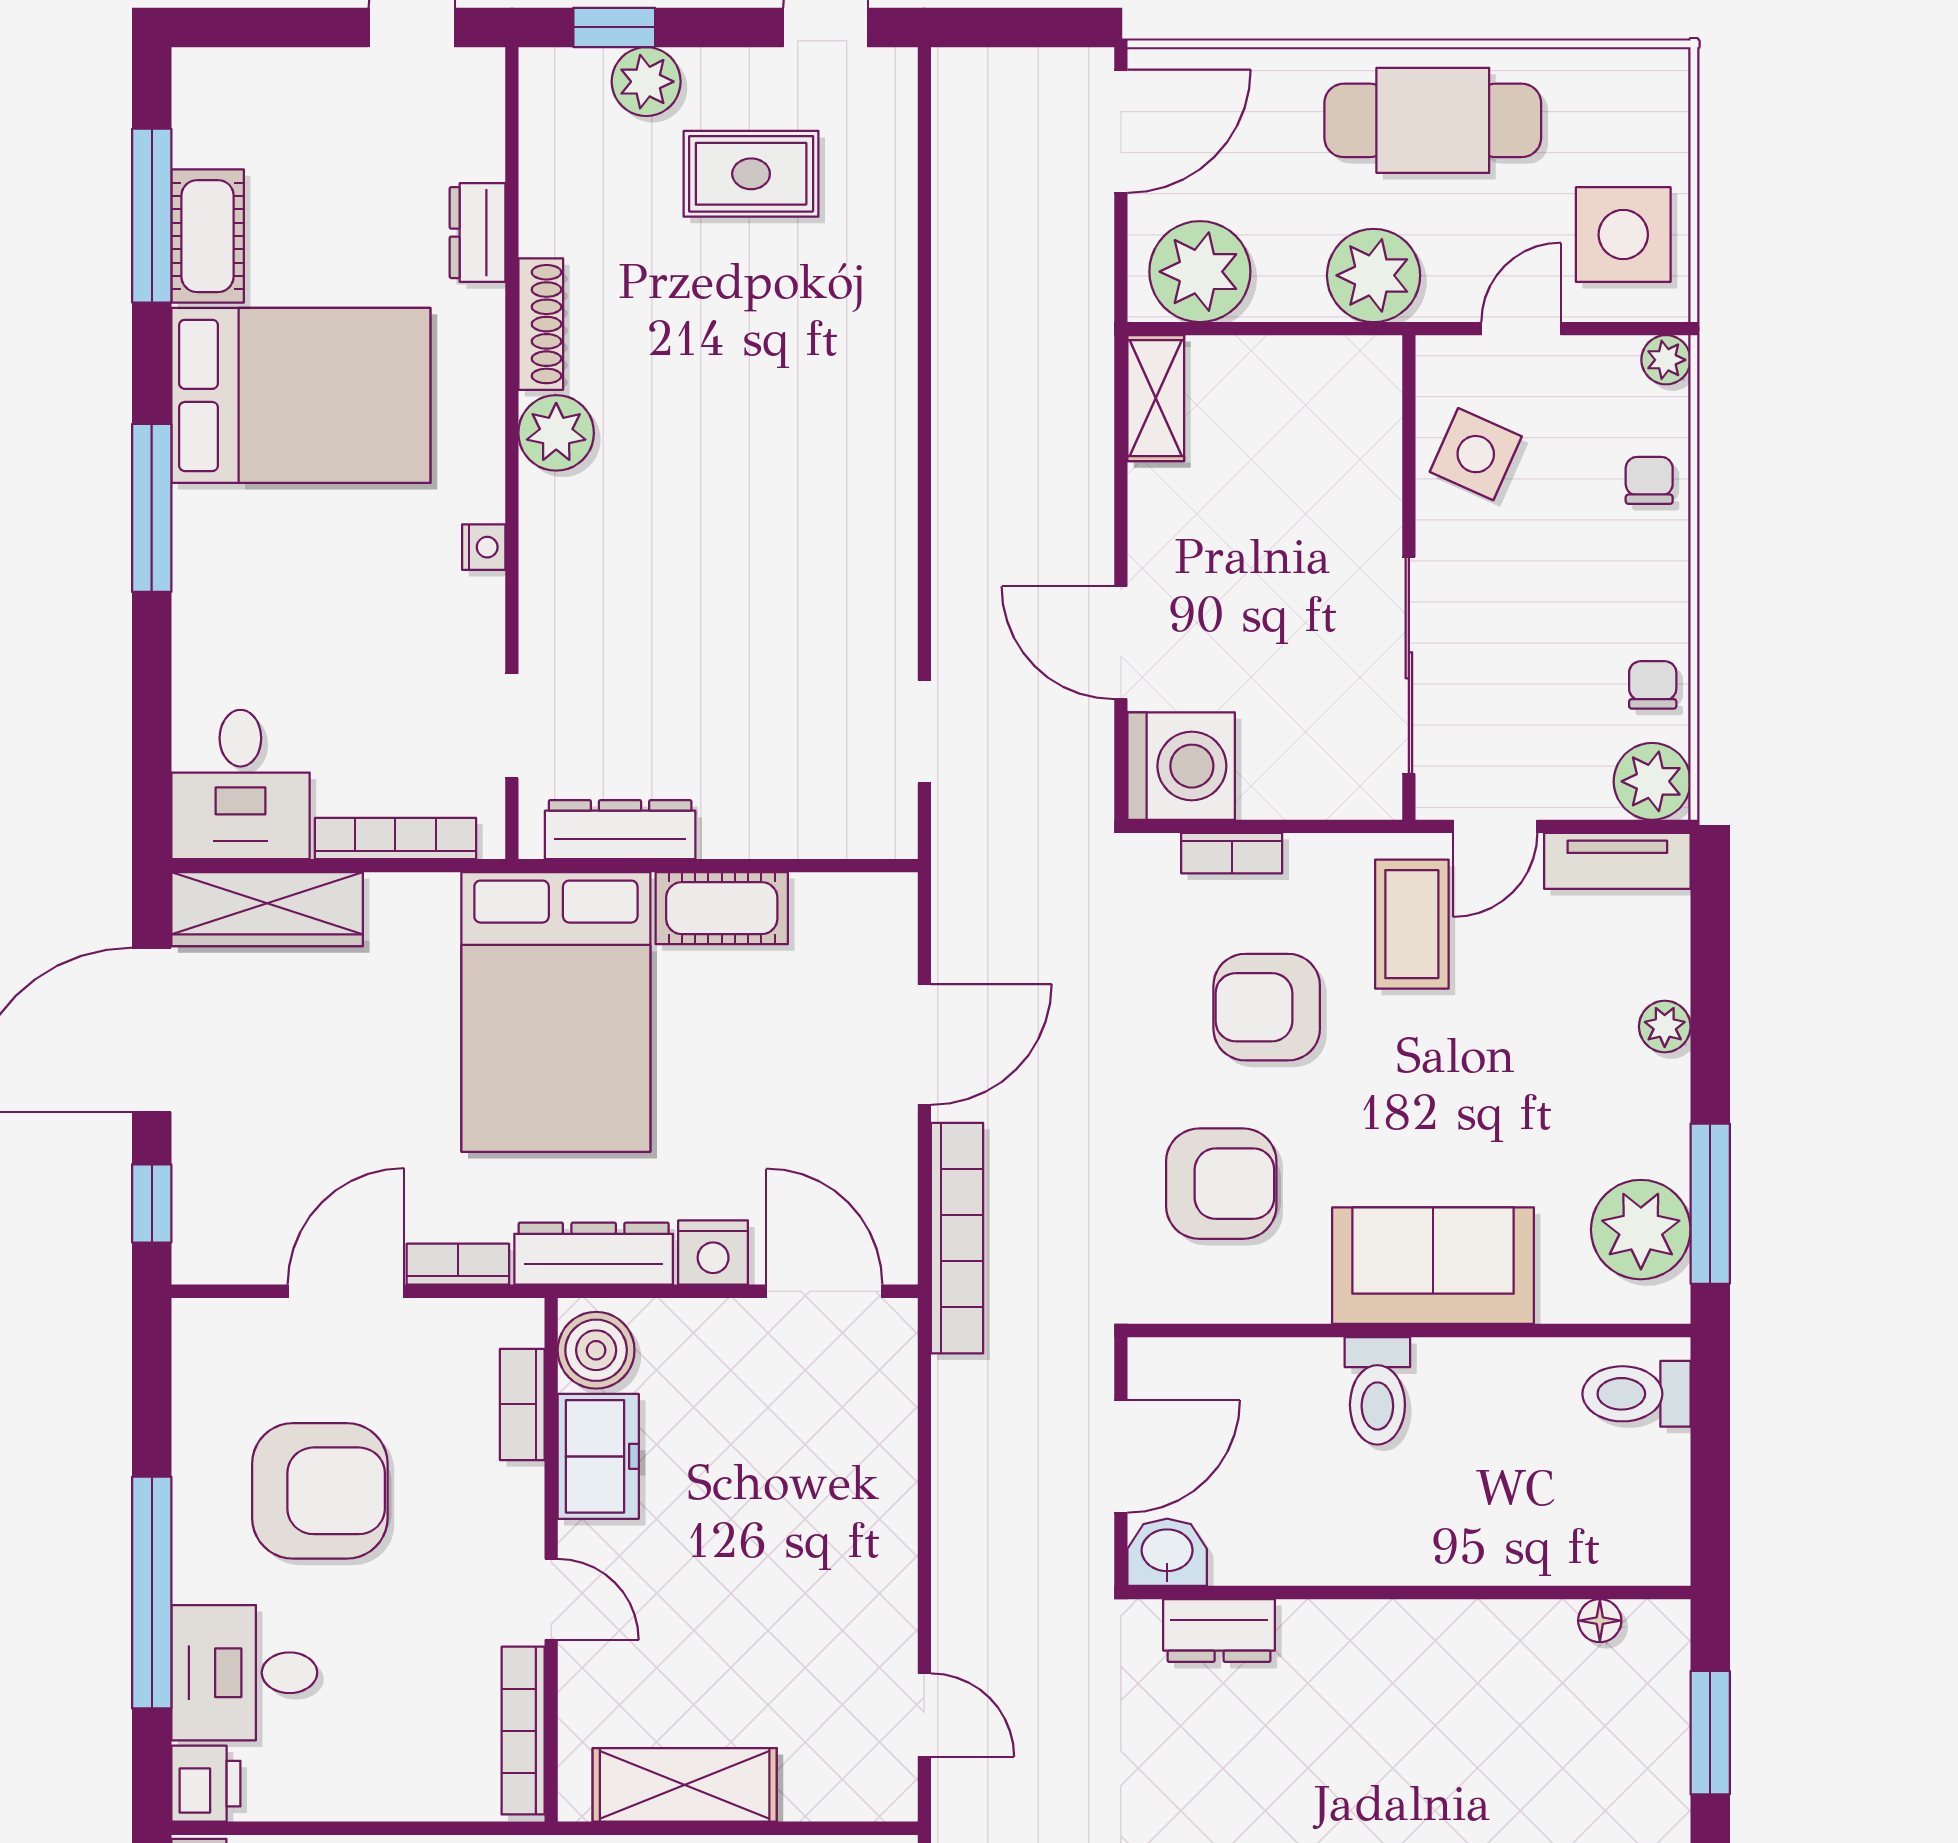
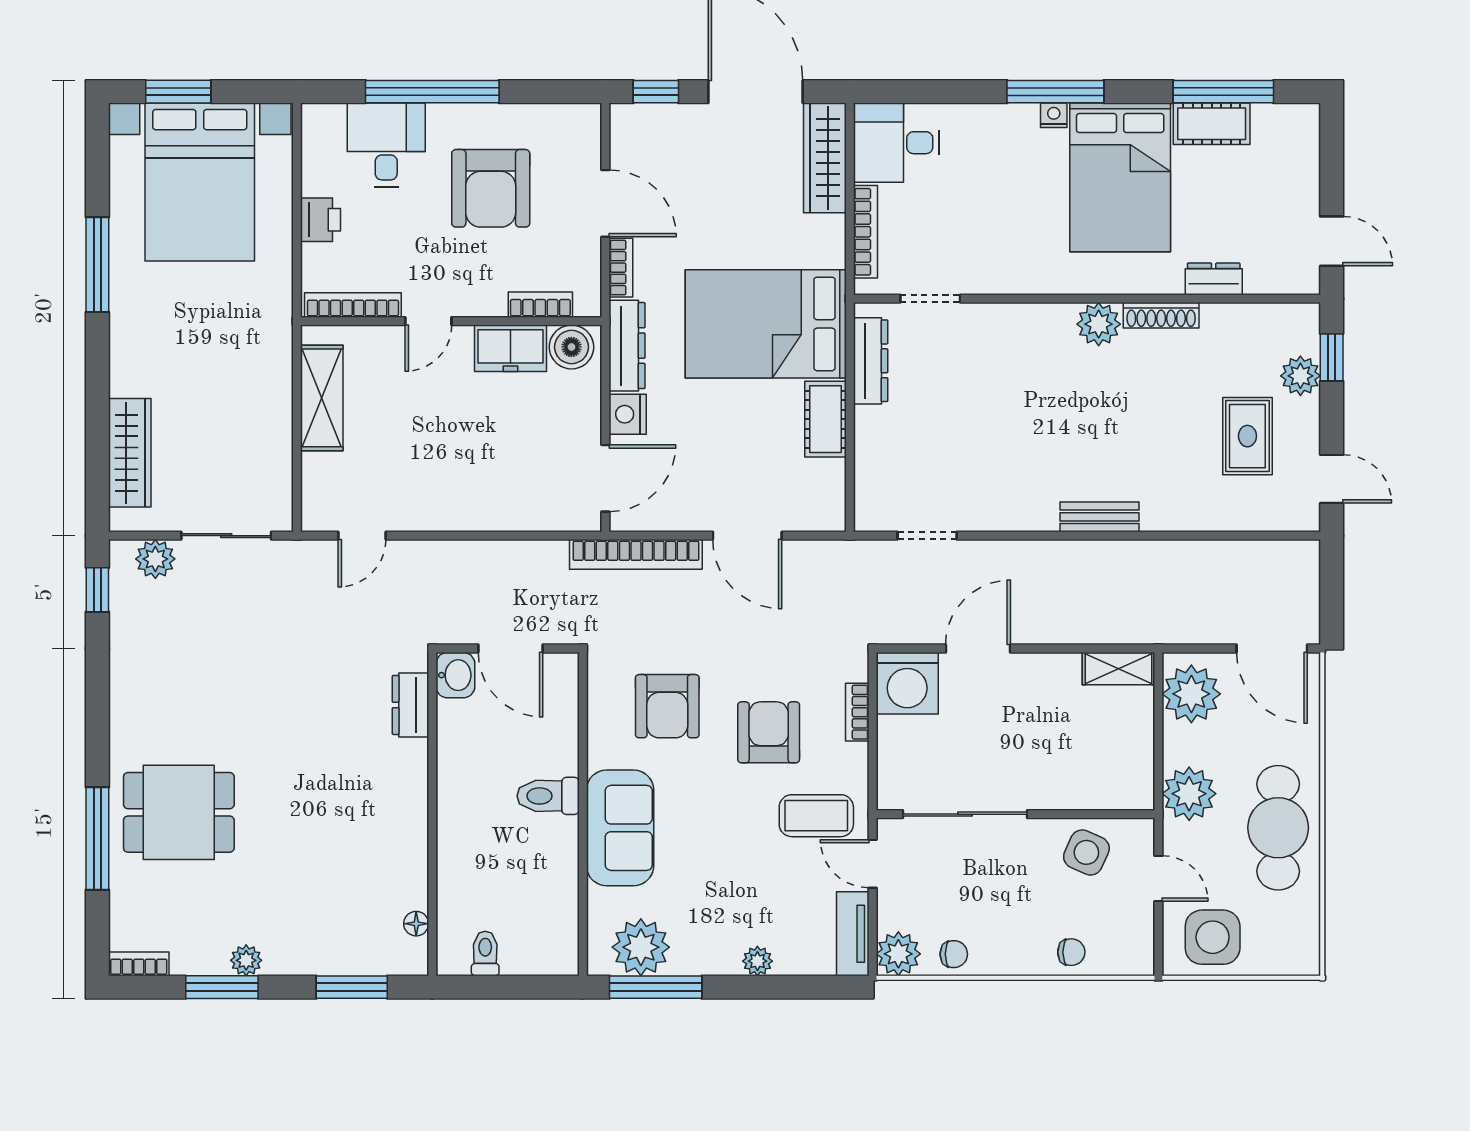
plant: (1666, 360) -> (1141, 962), removed
bench: (892, 431) -> (1099, 517), added
nightstand: (484, 547) -> (1054, 115), moved, turned 180
toilet: (1636, 1394) -> (485, 953), moved, width x0.73, depth x0.72
printer: (206, 1784) -> (320, 220), moved, turned -90

